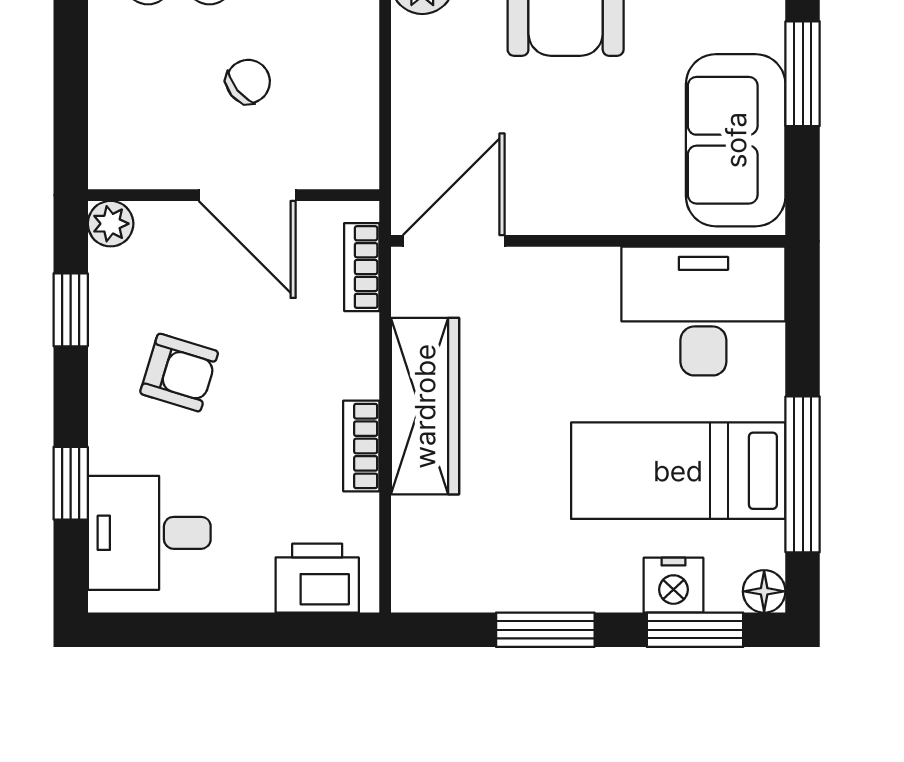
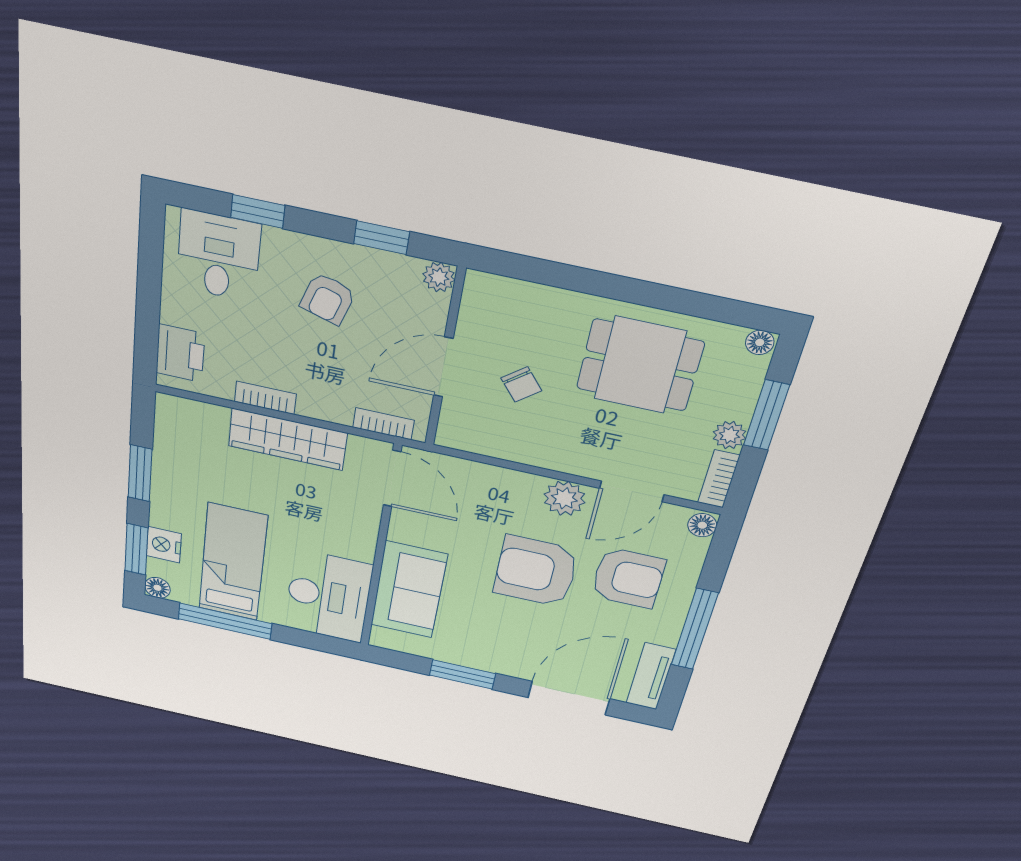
sofa: (736, 140) -> (409, 590), moved, turned 90

